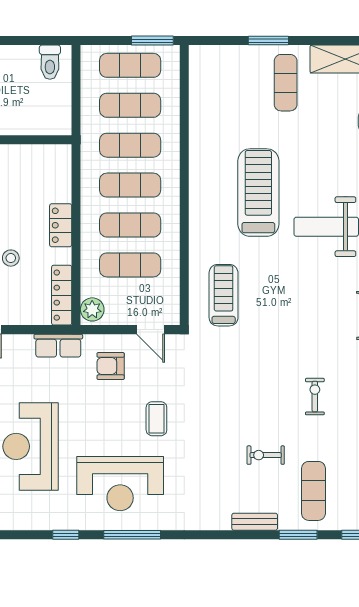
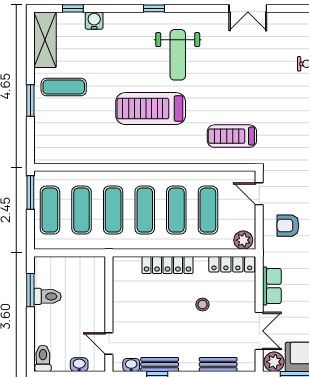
window: (29, 41) -> (30, 290), added
toilet: (50, 62) -> (47, 296), moved
locker: (61, 225) -> (167, 265), width x1.53
door: (151, 330) -> (259, 194), swing flipped
row of seats: (58, 346) -> (272, 286), moved
armchair: (111, 366) -> (288, 226), turned 90

